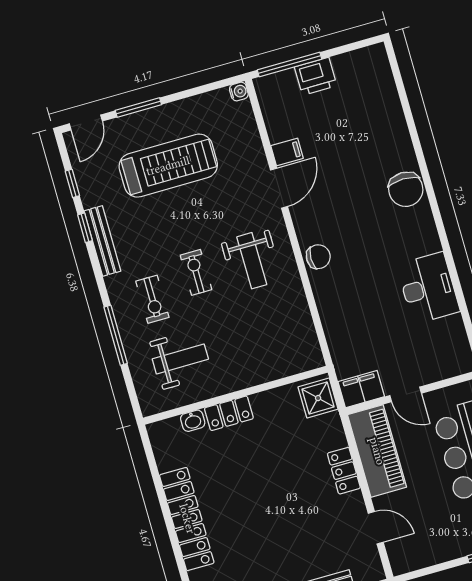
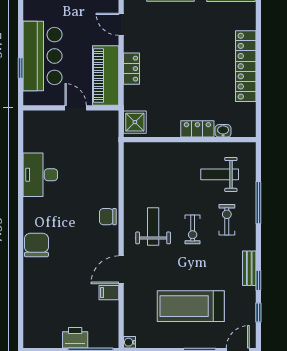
bench: (102, 241) -> (249, 268), width x0.73
filing cabinet: (361, 389) -> (104, 120), removed

